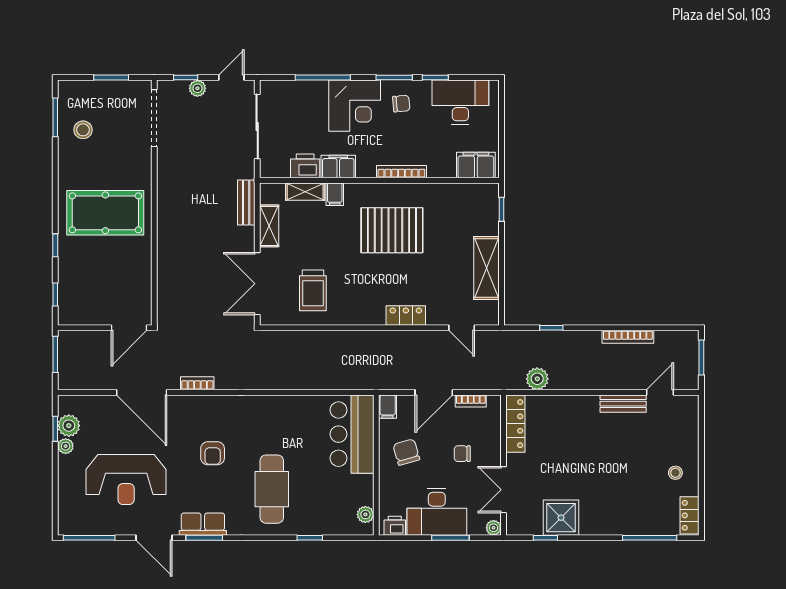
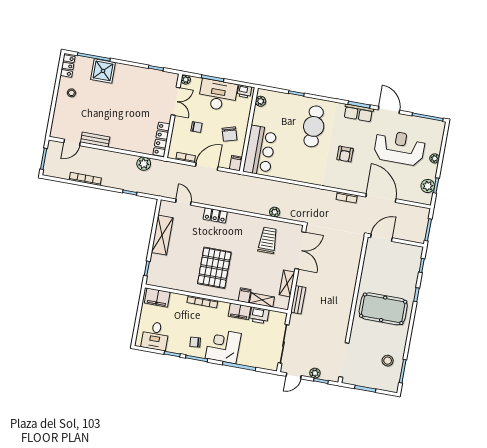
desk: (460, 102) -> (155, 336), width x0.73
pallet: (392, 230) -> (214, 268), turned 90
plant: (310, 338) -> (275, 212), added
plant: (66, 446) -> (435, 158), moved
armchair: (213, 453) -> (345, 154), turned 180
shower: (561, 518) -> (103, 71), moved

